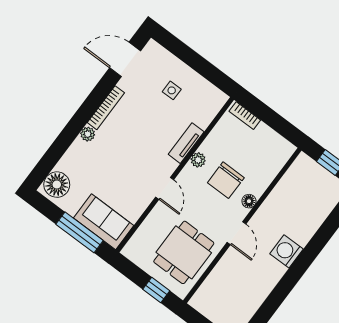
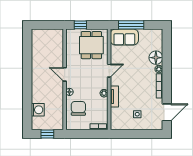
chair: (226, 180) -> (78, 108), moved
floor lamp: (57, 185) -> (156, 58), moved
door: (165, 188) -> (109, 71), swing flipped
washing machine: (286, 251) -> (38, 110), moved
dining table: (184, 252) -> (91, 45), moved

